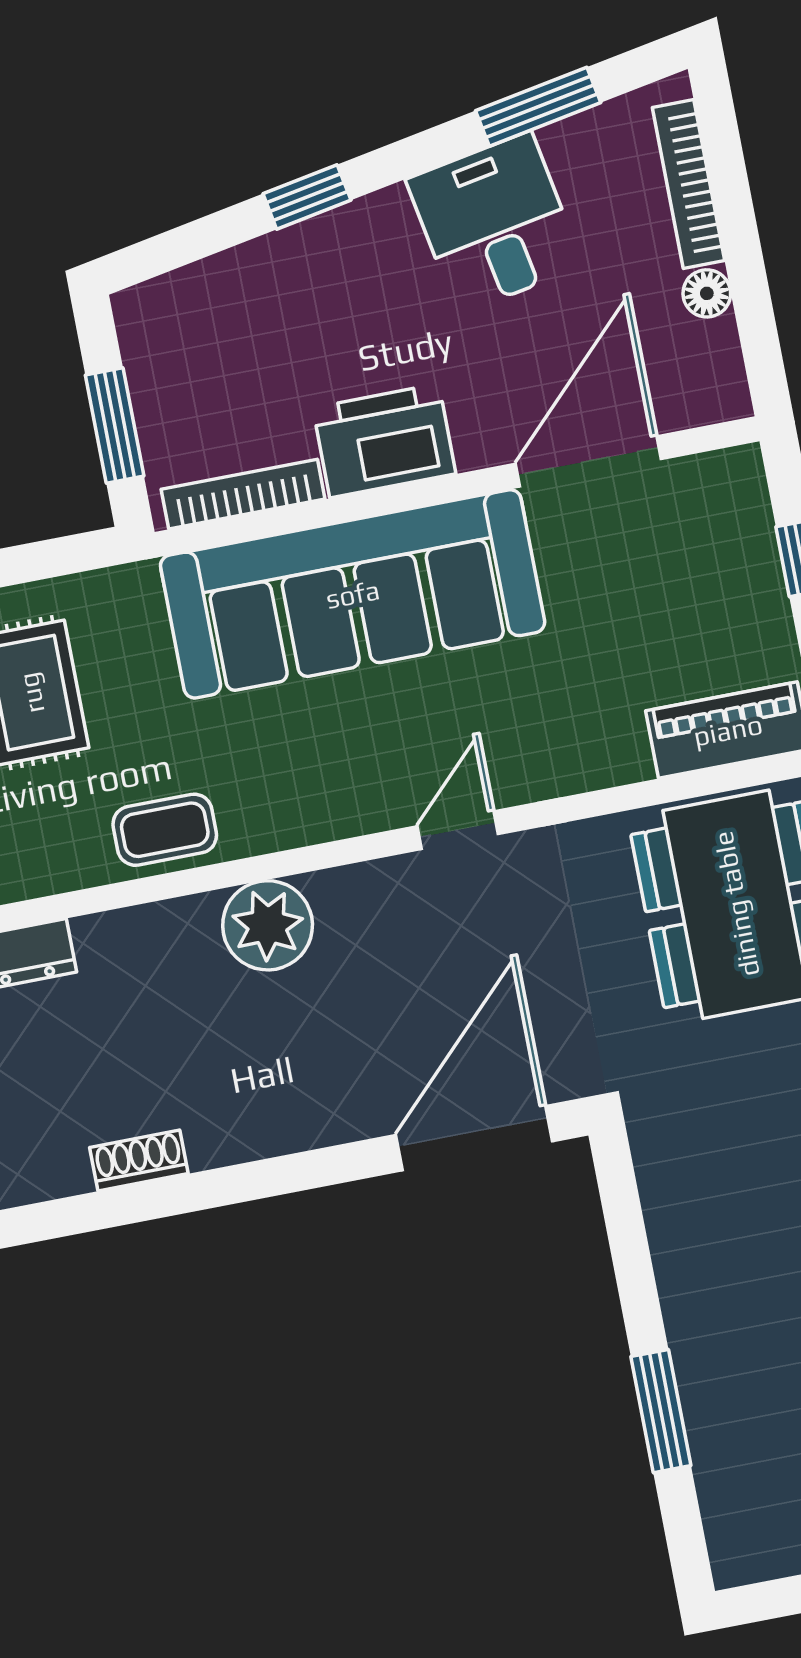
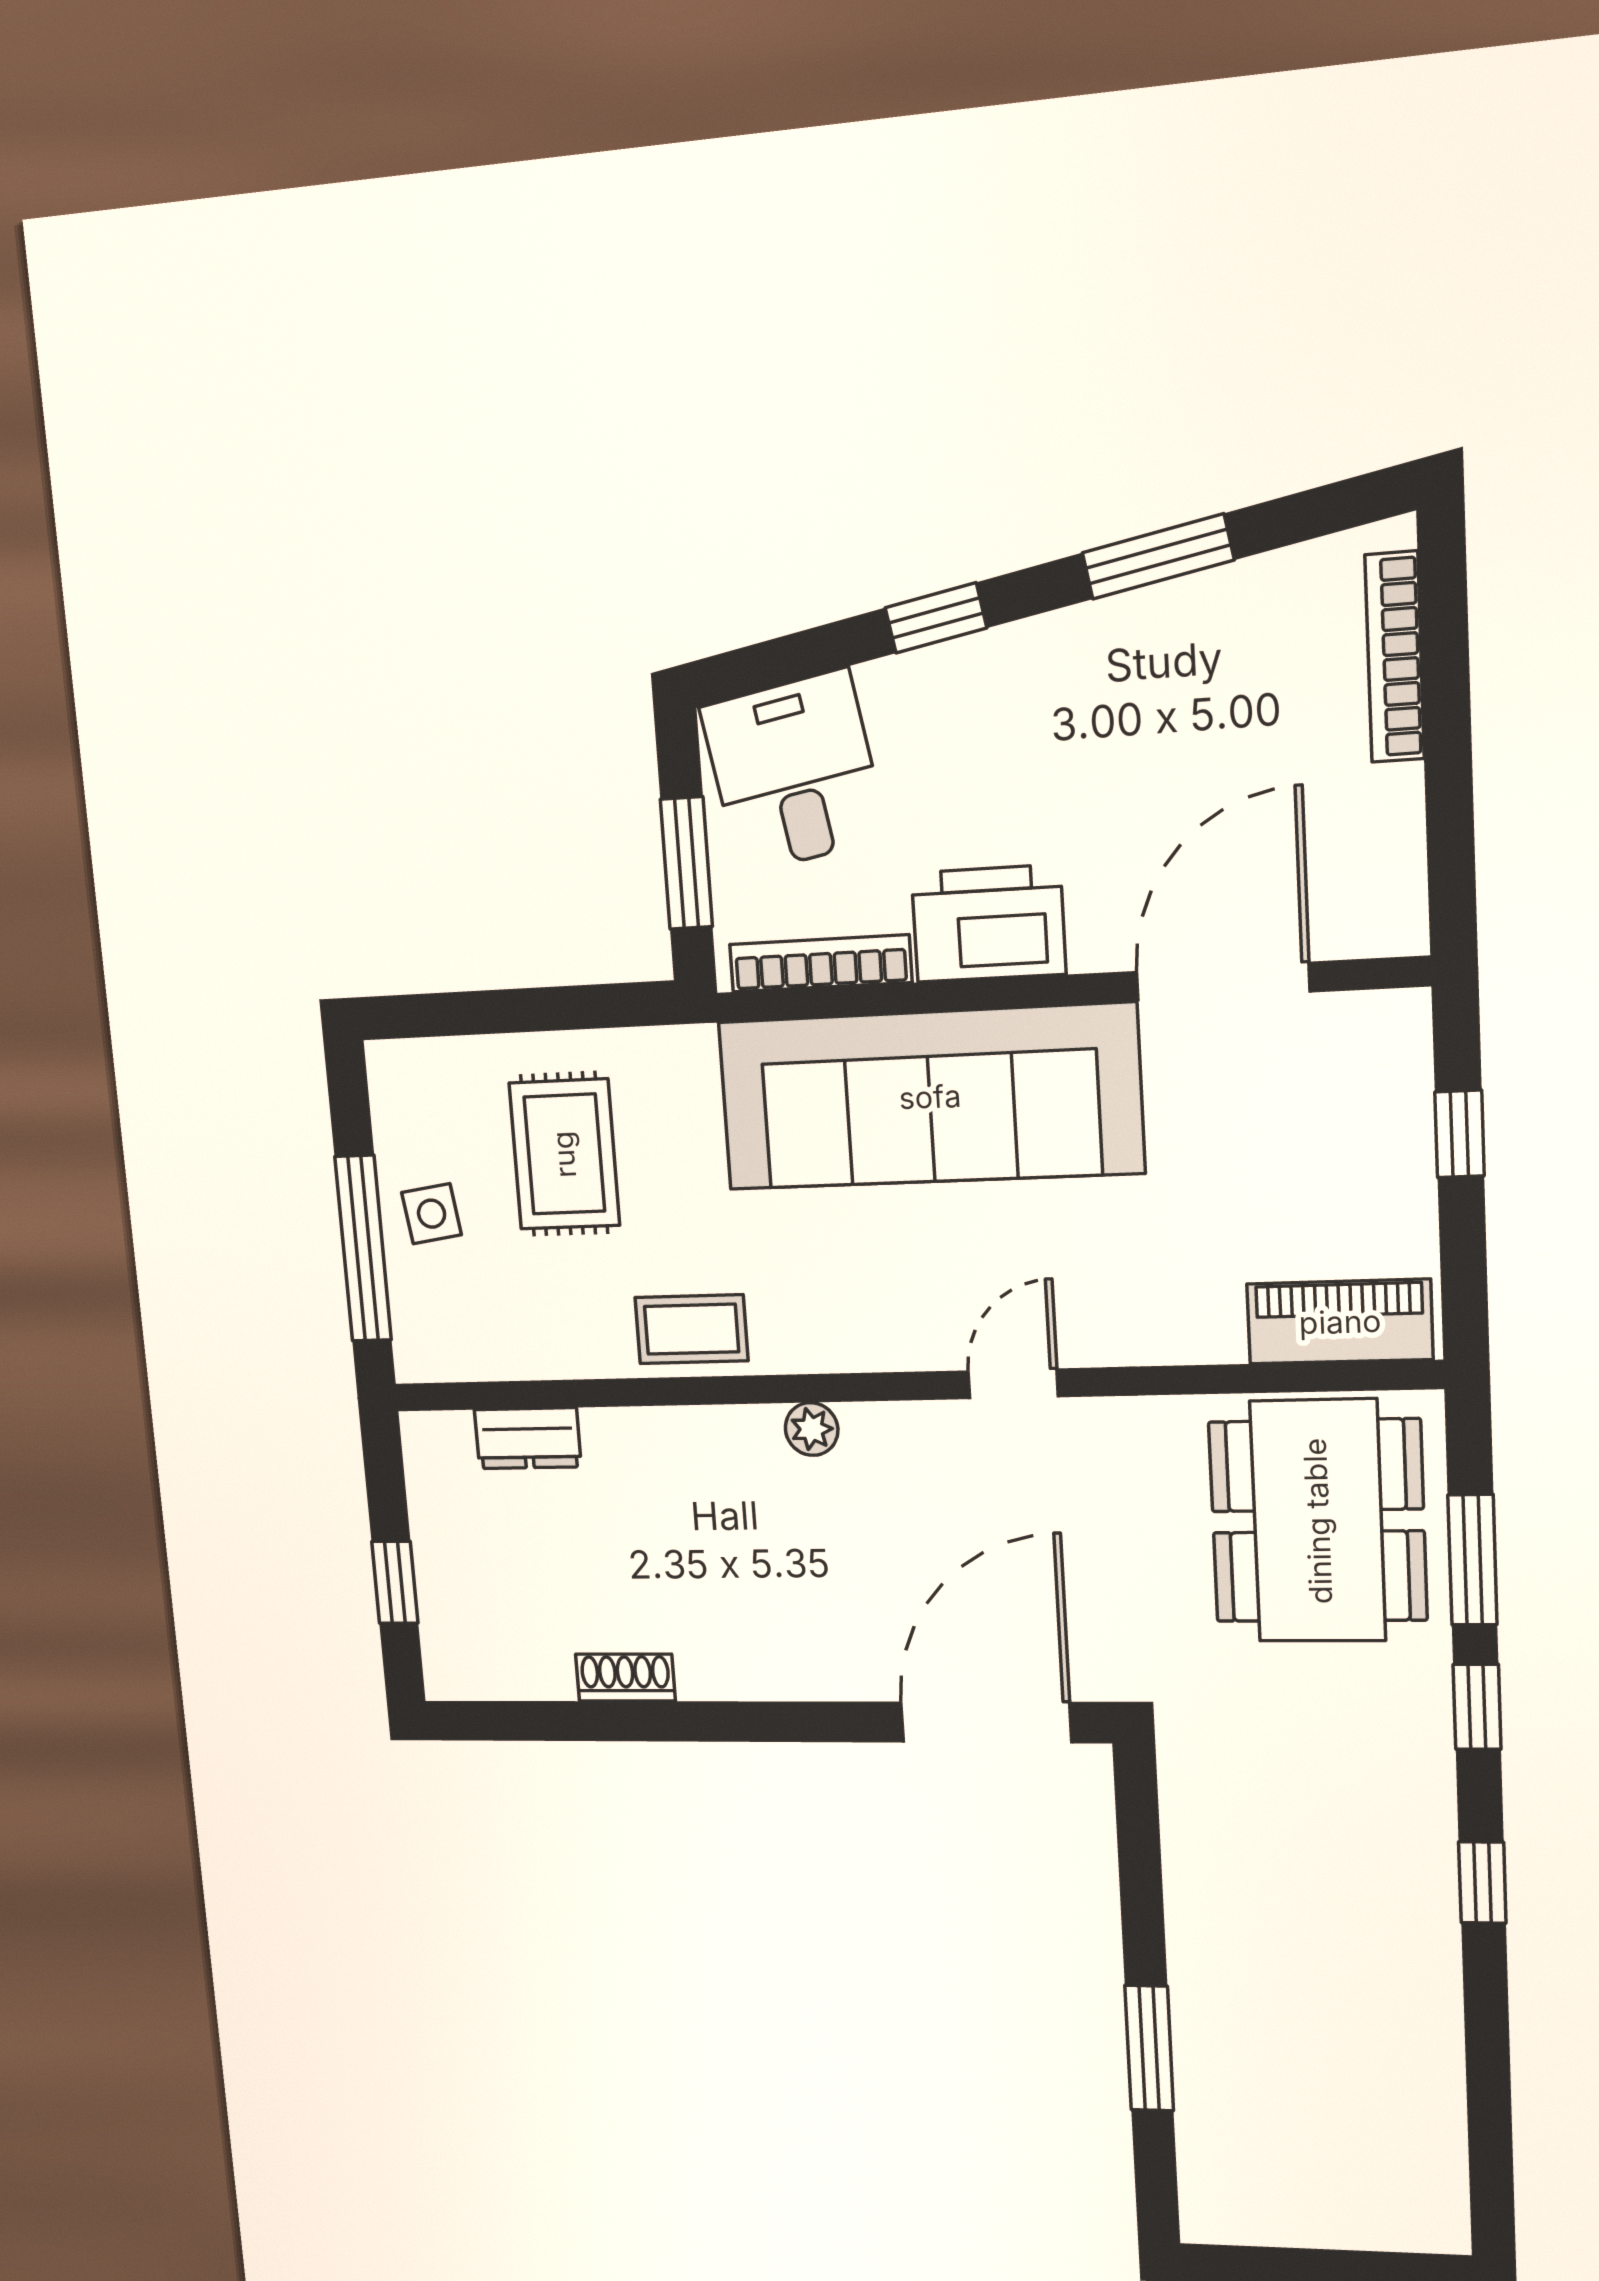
window: (538, 107) -> (1158, 556), moved
desk: (495, 223) -> (794, 772), moved
floor lamp: (707, 293) -> (1396, 797), removed
plant: (268, 925) -> (812, 1429), width x0.53, depth x0.53

